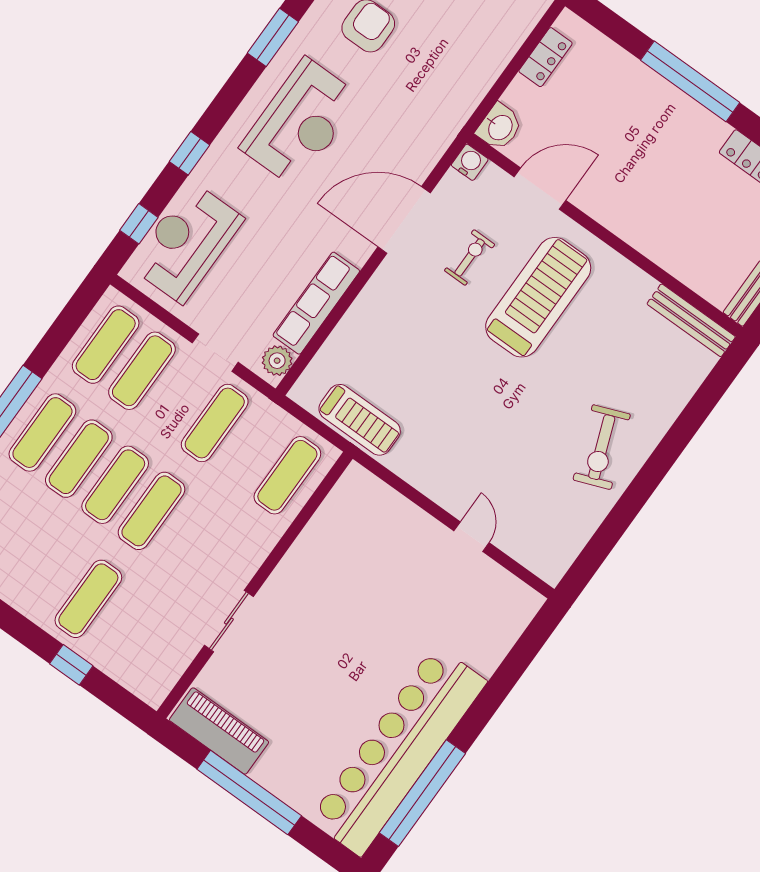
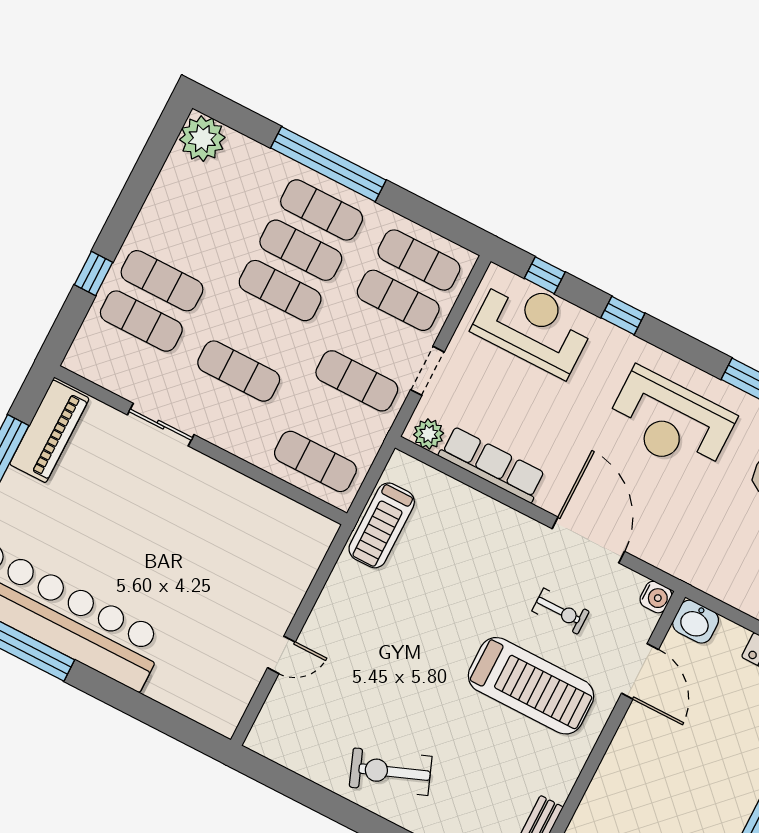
exercise mat: (152, 511) -> (239, 371), moved
exercise mat: (125, 625) -> (141, 321), added

